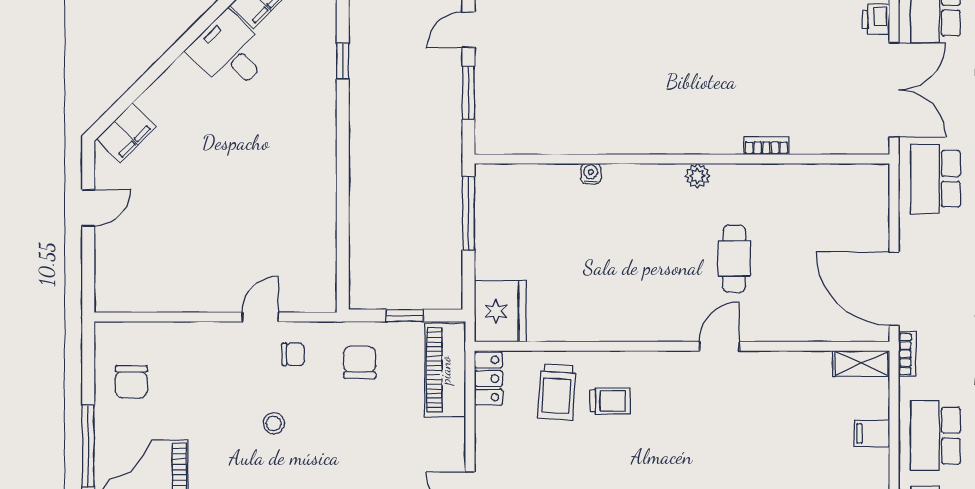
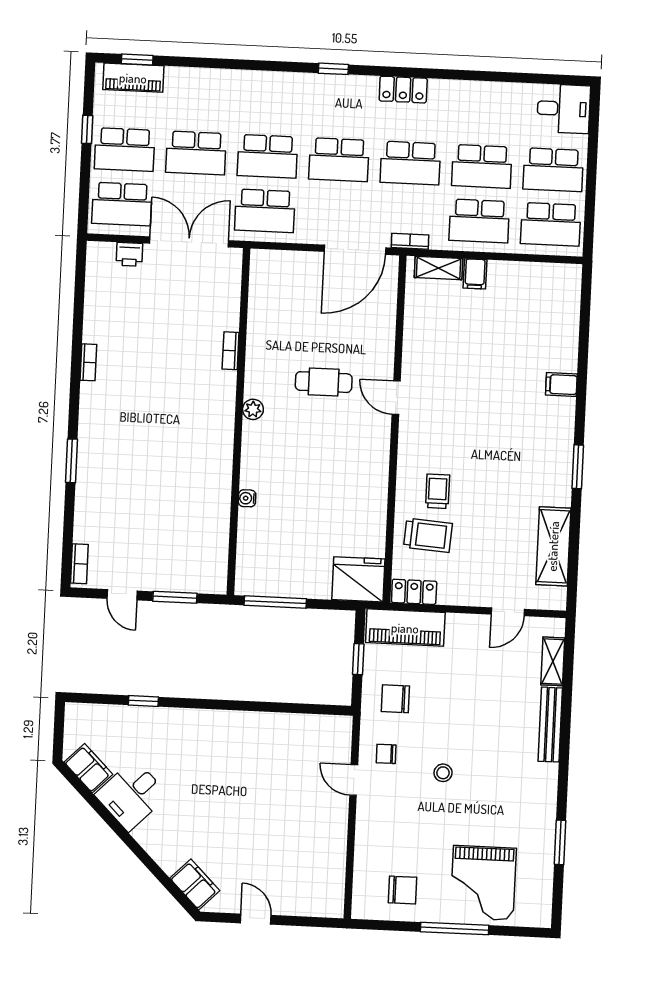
chair: (293, 354) -> (386, 754), turned -90
shelving: (861, 363) -> (438, 268), moved, turned 90

